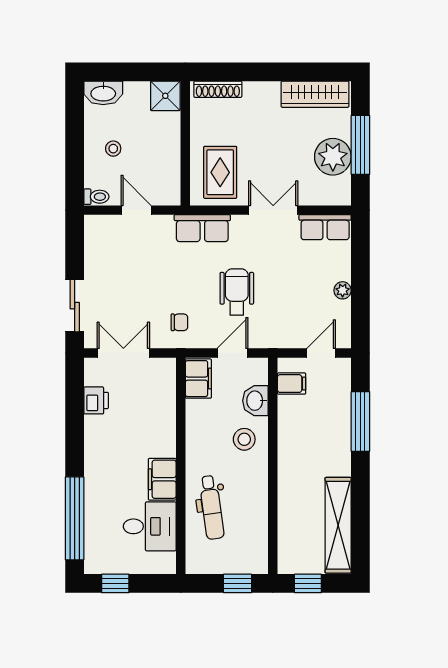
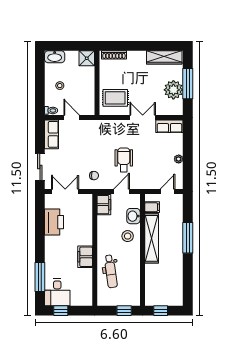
rug: (220, 172) -> (115, 98), turned 90
row of seats: (202, 228) -> (52, 134), moved, turned -90
printer: (96, 400) -> (54, 222), width x1.87, depth x1.48
window: (360, 422) -> (188, 238), moved
window: (75, 518) -> (40, 277), width x0.68
shelving: (338, 525) -> (152, 238), moved
desk: (150, 526) -> (57, 292), moved, turned 90

